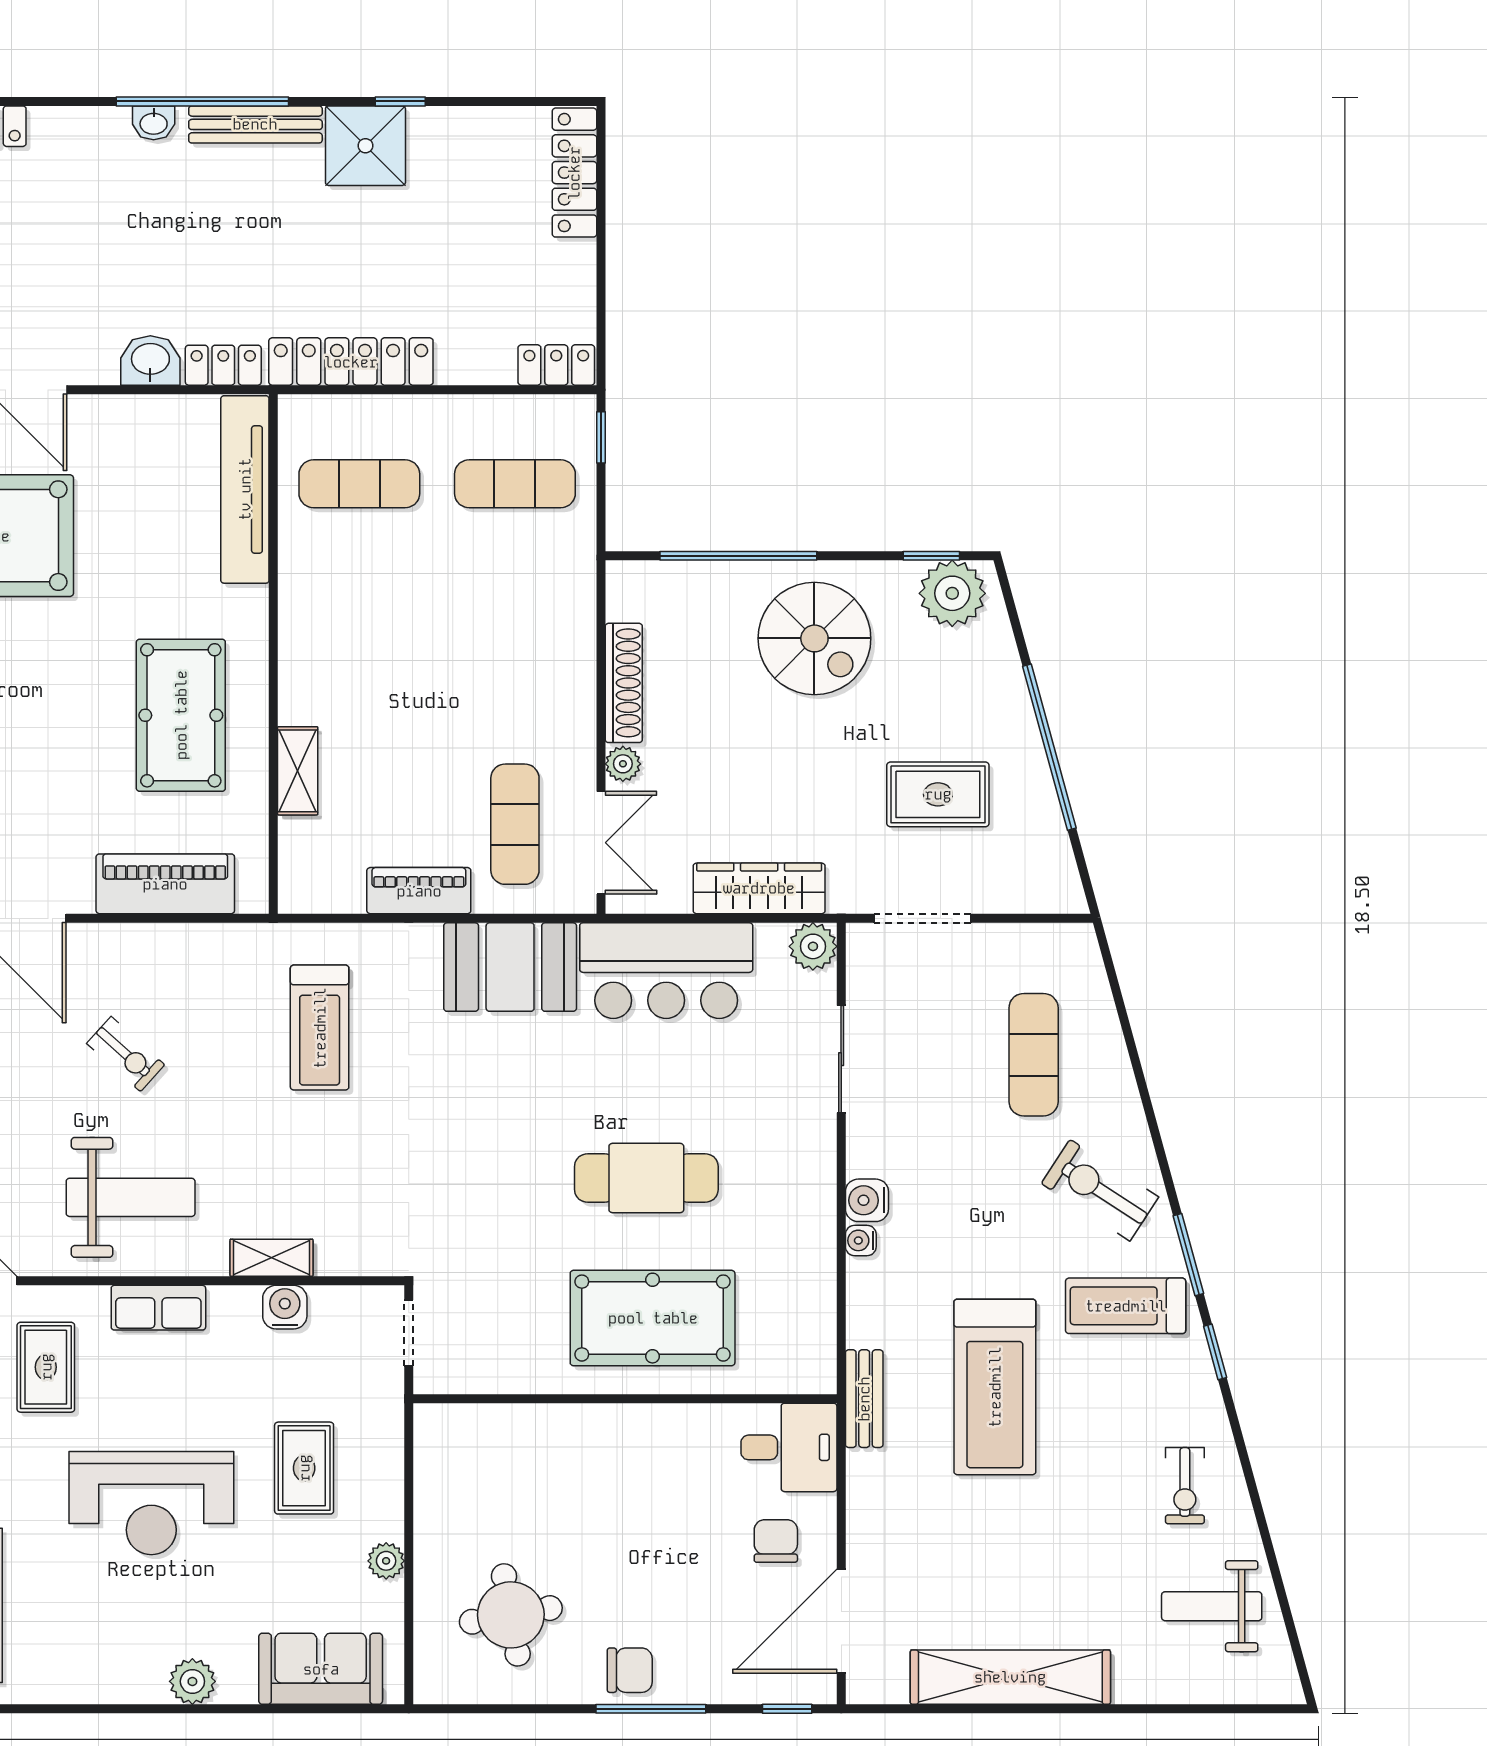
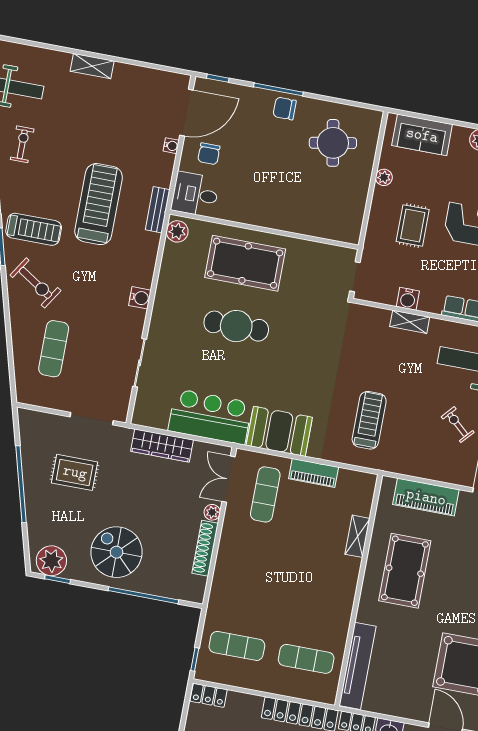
plant: (813, 946) -> (177, 231), moved
water cooler: (861, 1240) -> (171, 146), moved
shelving: (1010, 1677) -> (92, 66), width x0.45, depth x0.75

